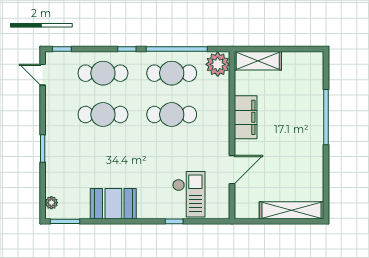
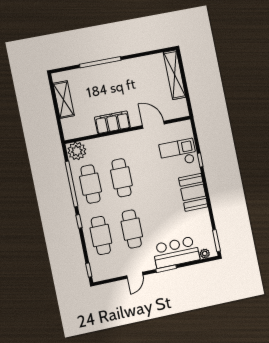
shelving: (258, 61) -> (64, 100), moved
door: (43, 75) -> (135, 275), moved
bar counter: (61, 166) -> (176, 252), added
booth: (113, 204) -> (193, 192), moved

